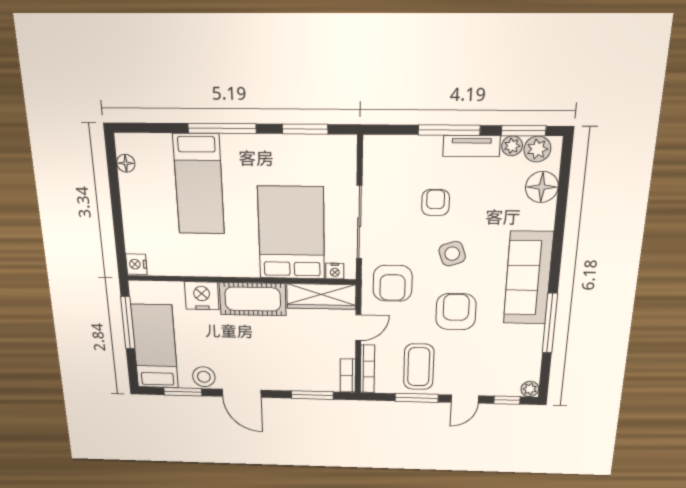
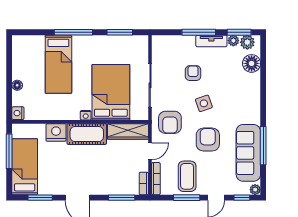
floor lamp: (126, 163) -> (17, 85), moved
nightstand: (335, 271) -> (86, 115), moved
sofa: (528, 278) -> (248, 153), moved
stool: (204, 377) -> (54, 187), removed

